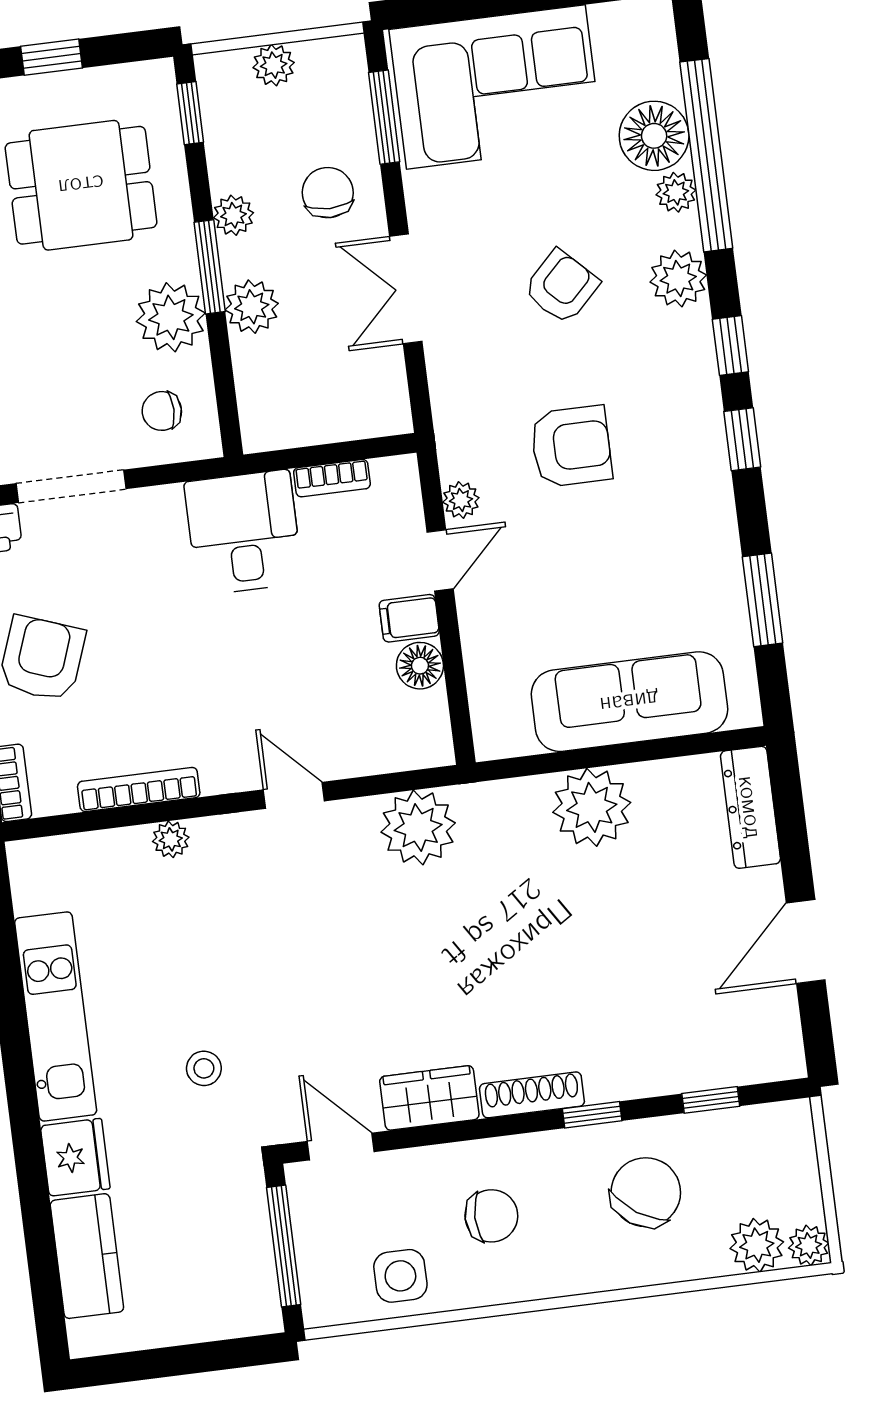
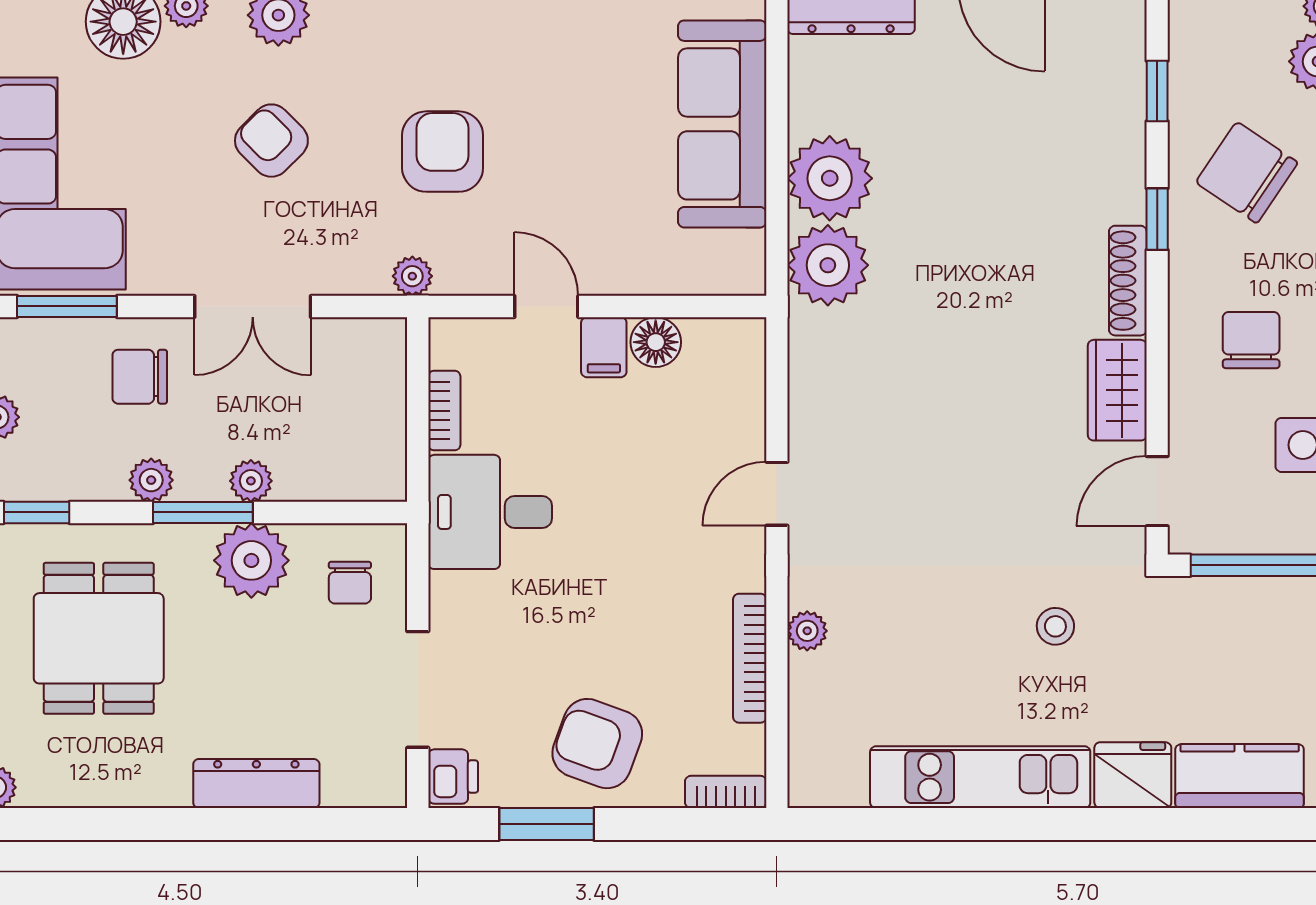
plant: (252, 307) -> (251, 481), width x0.73, depth x0.73
plant: (461, 500) -> (412, 276), moved
plant: (418, 828) -> (828, 265), moved

